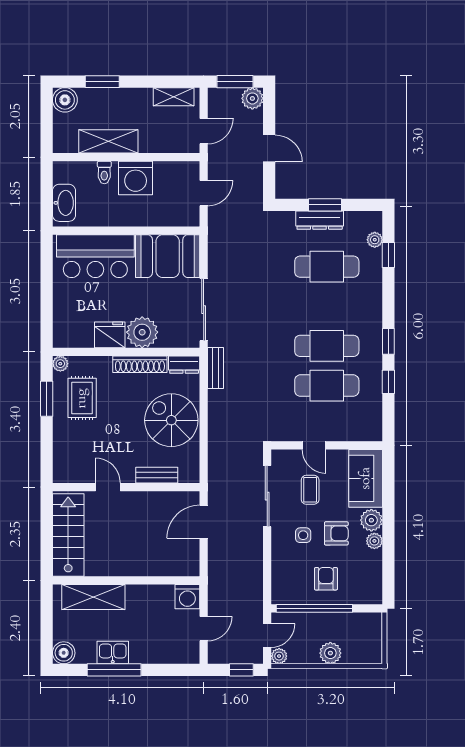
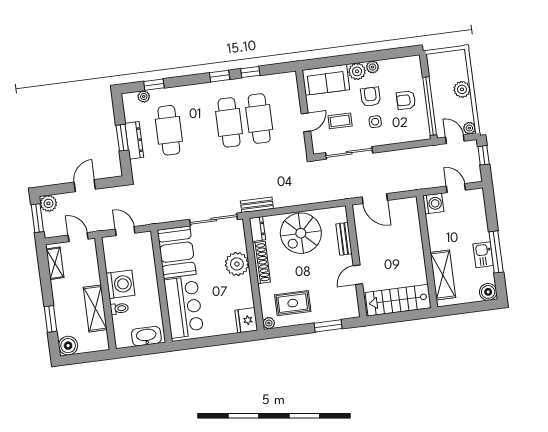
fridge: (110, 335) -> (246, 320), moved
window: (47, 399) -> (328, 326), moved

